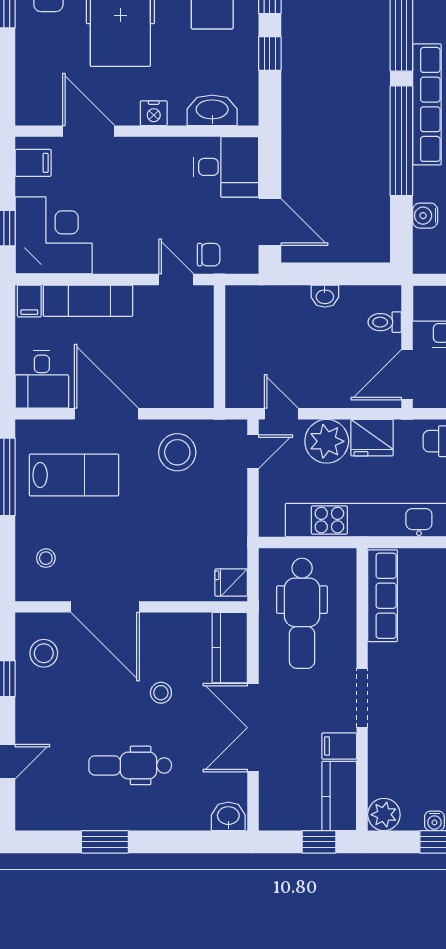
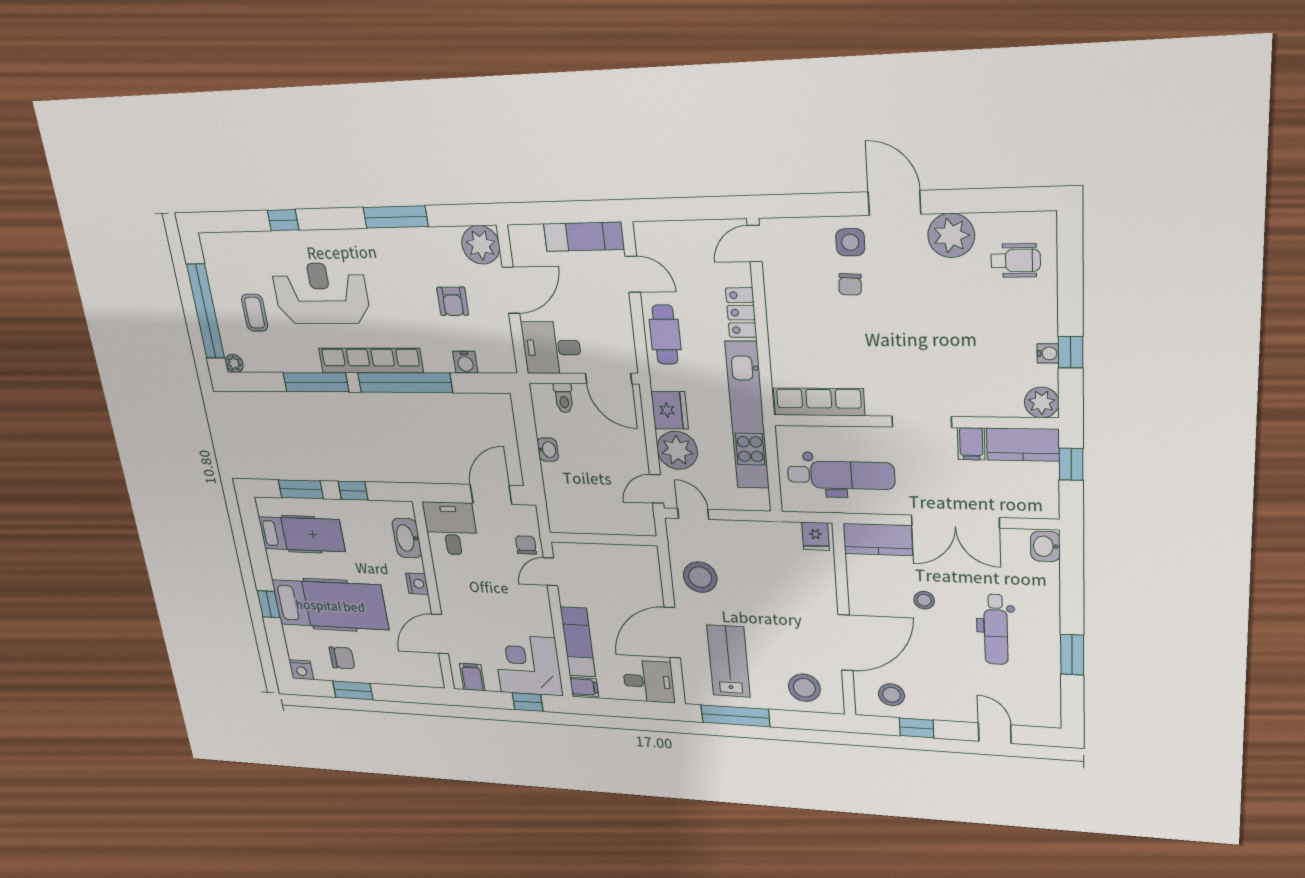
stool: (46, 558) -> (804, 688), width x1.89, depth x1.89

